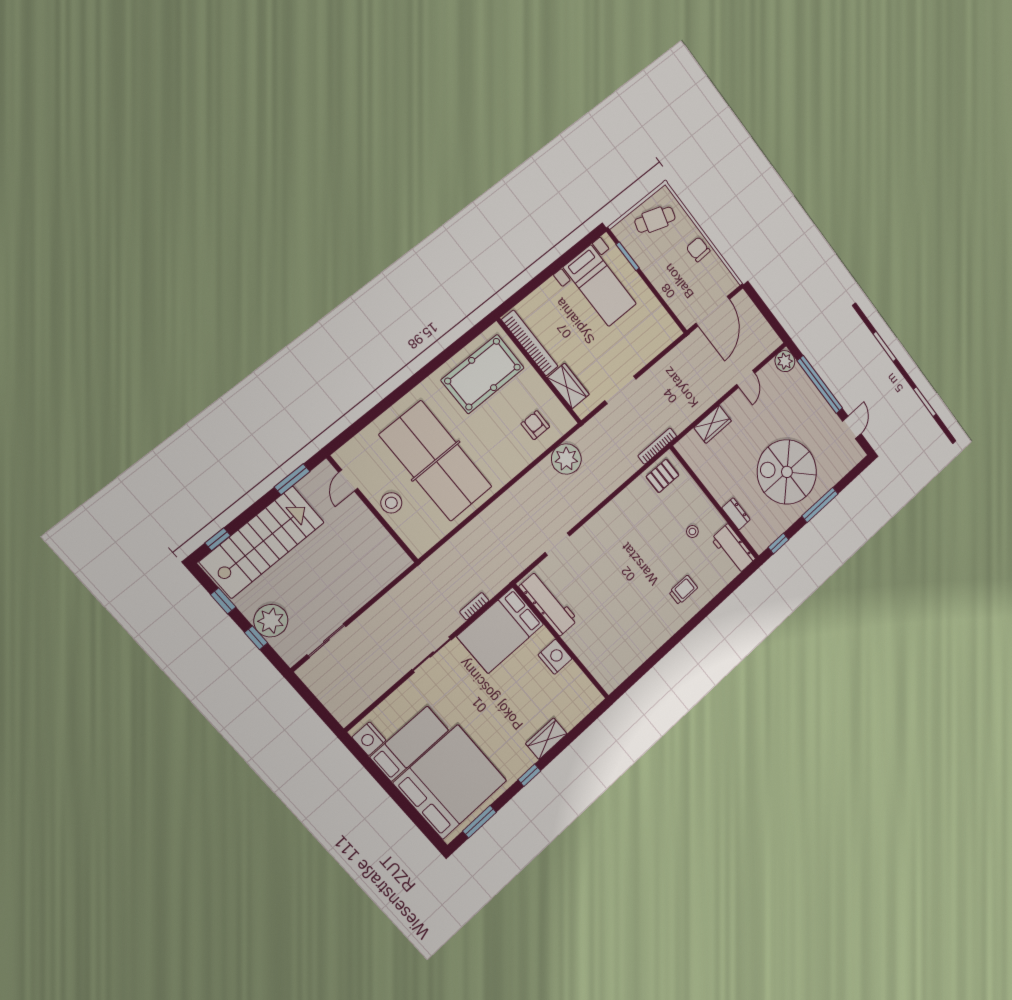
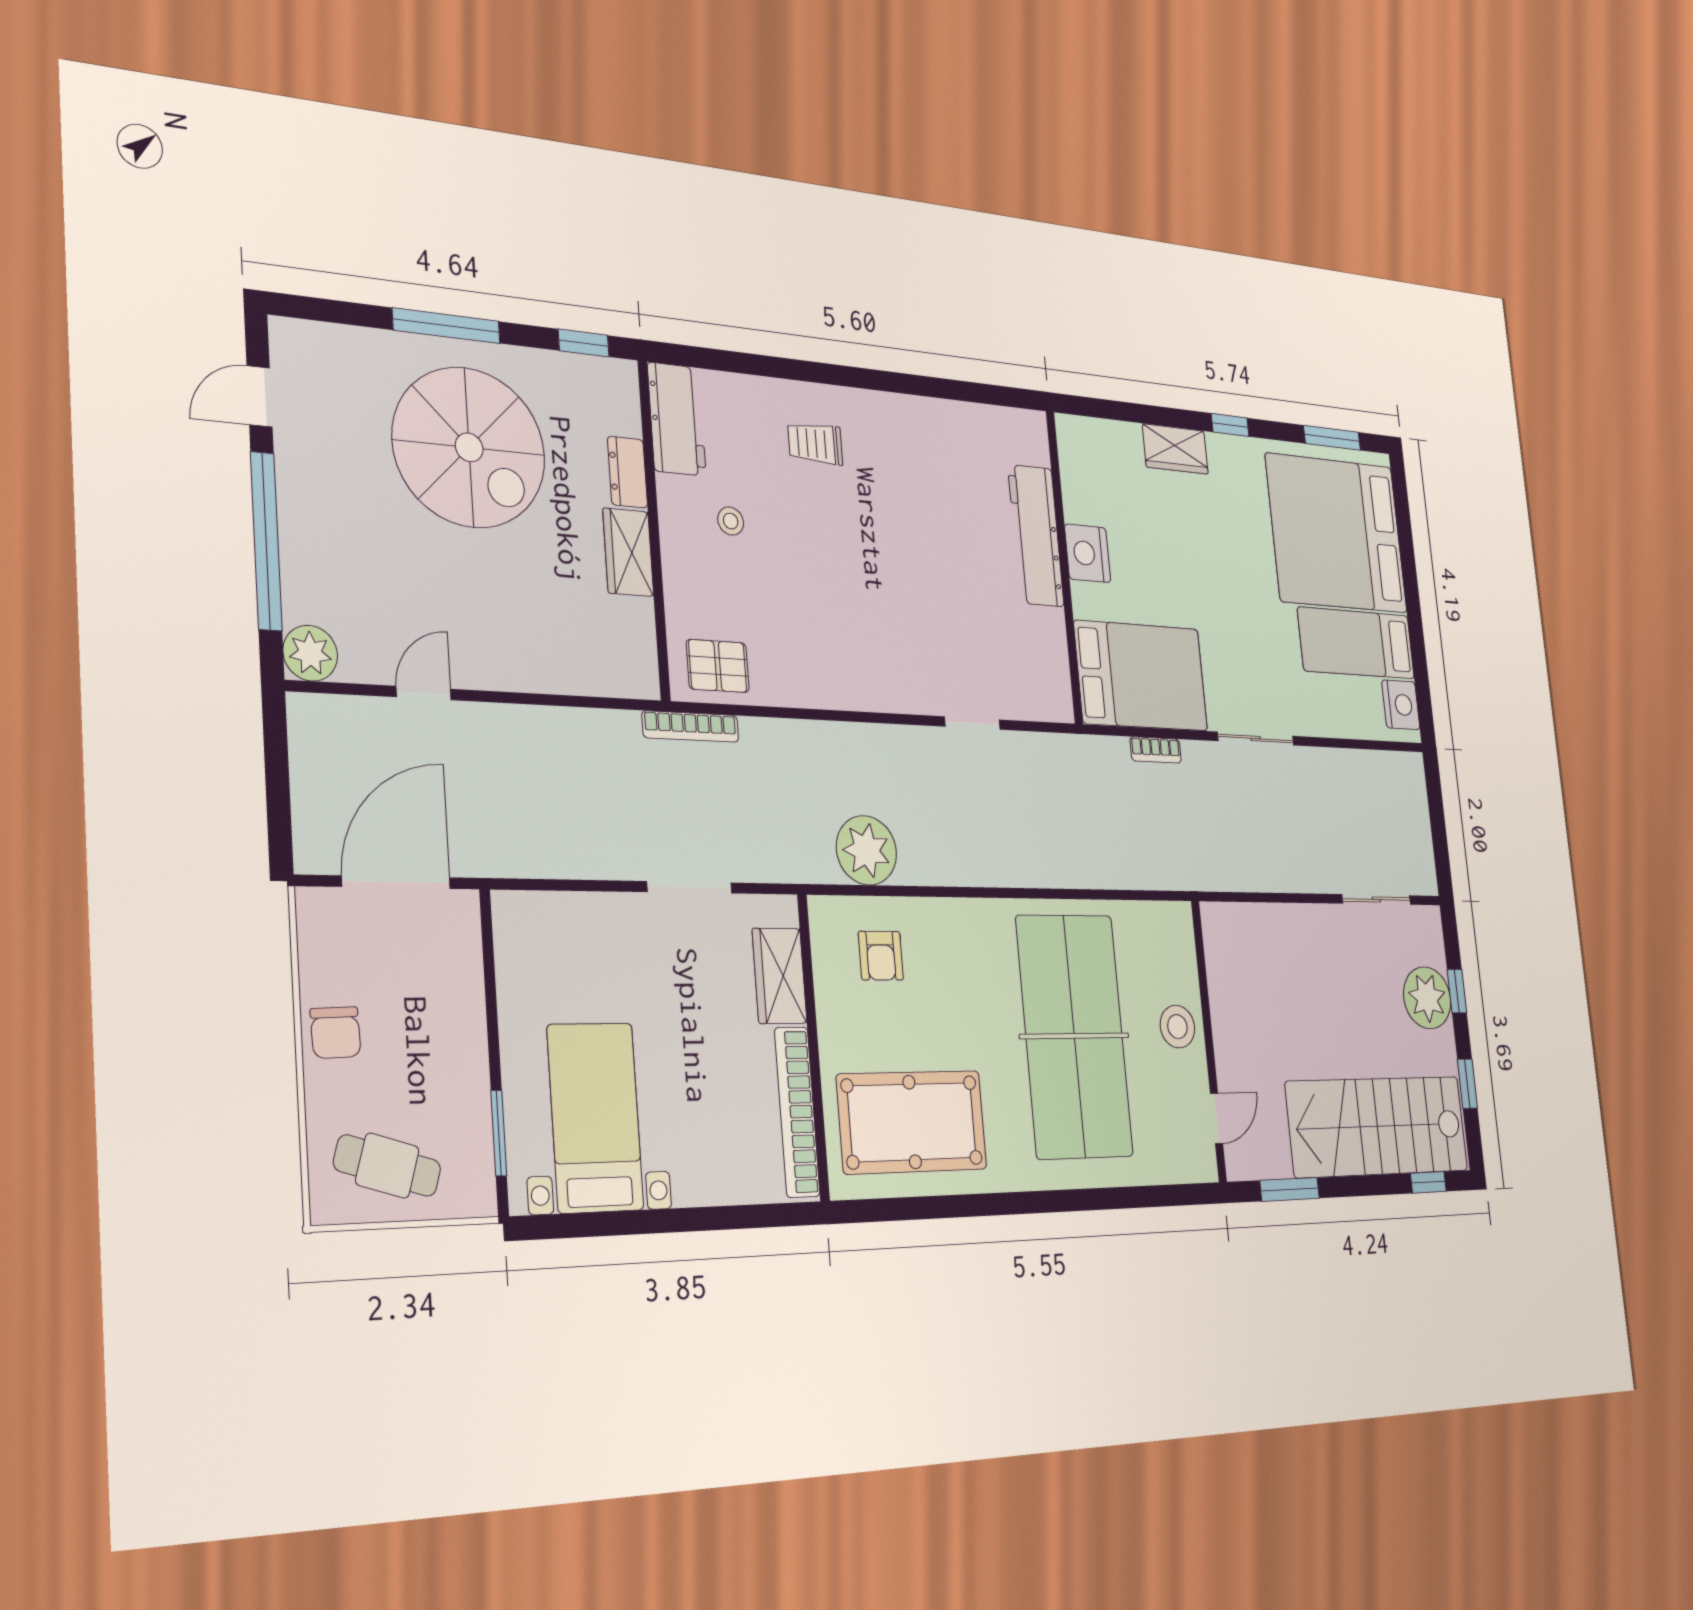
wardrobe: (713, 424) -> (628, 552), moved, turned -90
workbench: (548, 603) -> (1036, 536), moved

